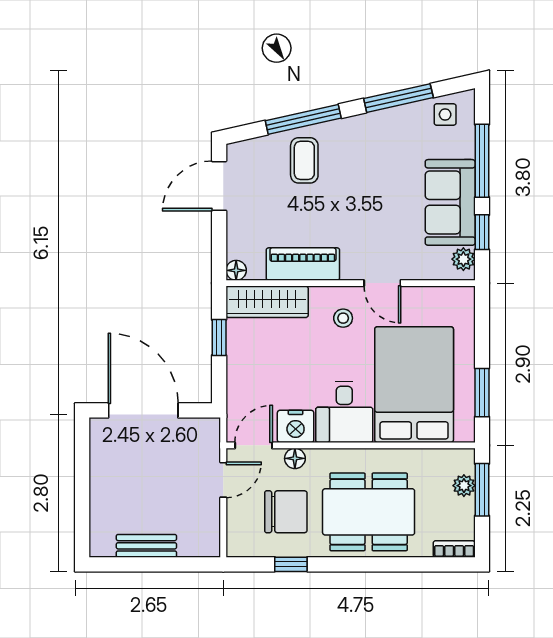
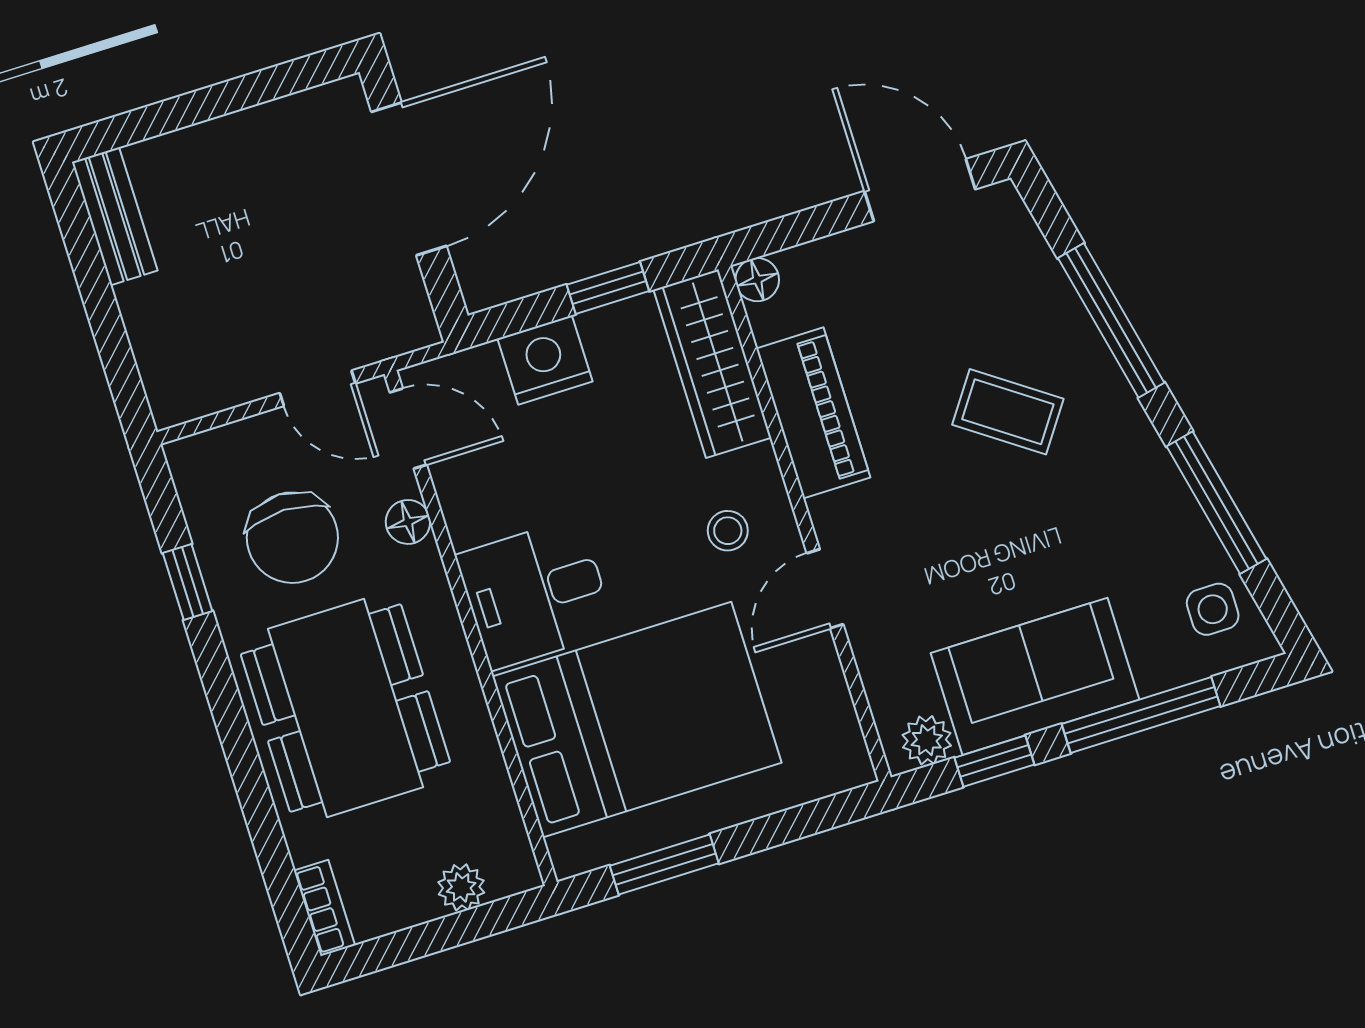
coffee table: (304, 160) -> (1008, 412), moved, turned 35
nightstand: (296, 426) -> (545, 360), moved, turned 90
window: (482, 490) -> (464, 927), removed
bench: (146, 546) -> (115, 216), moved

